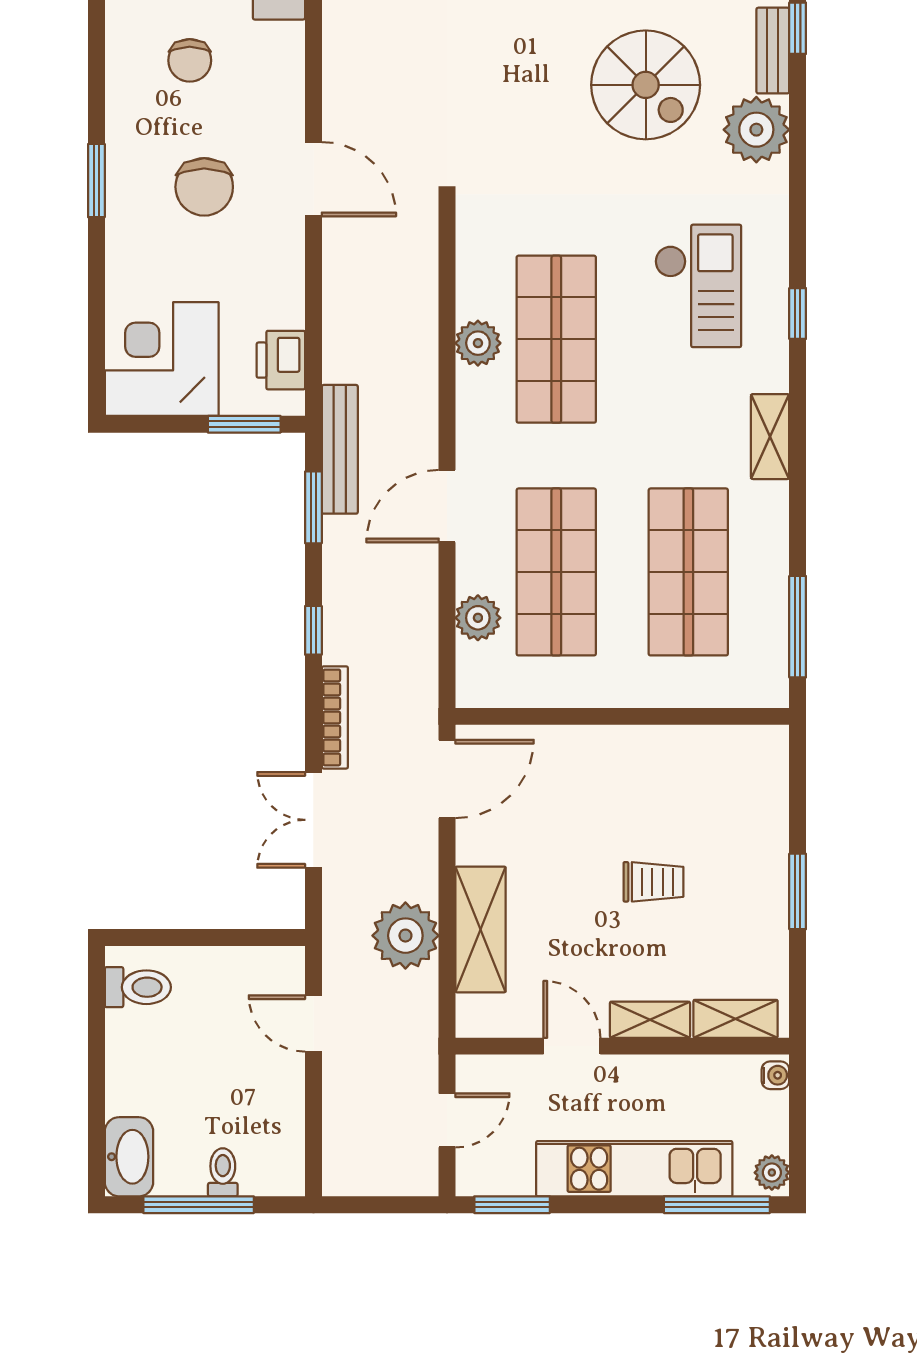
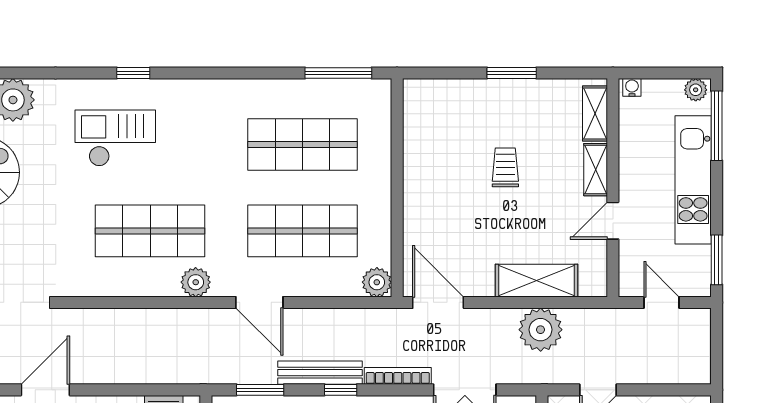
plant: (478, 343) -> (196, 282), moved
shelving: (770, 437) -> (214, 91), removed
bench: (340, 449) -> (320, 373), moved
plant: (478, 618) -> (377, 282), moved

